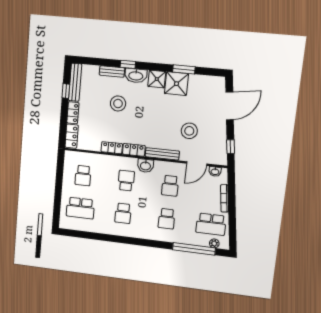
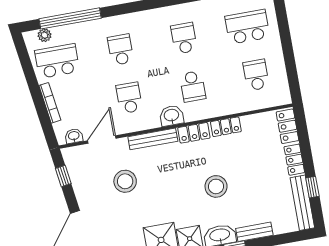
stool: (118, 104) -> (216, 186), moved

